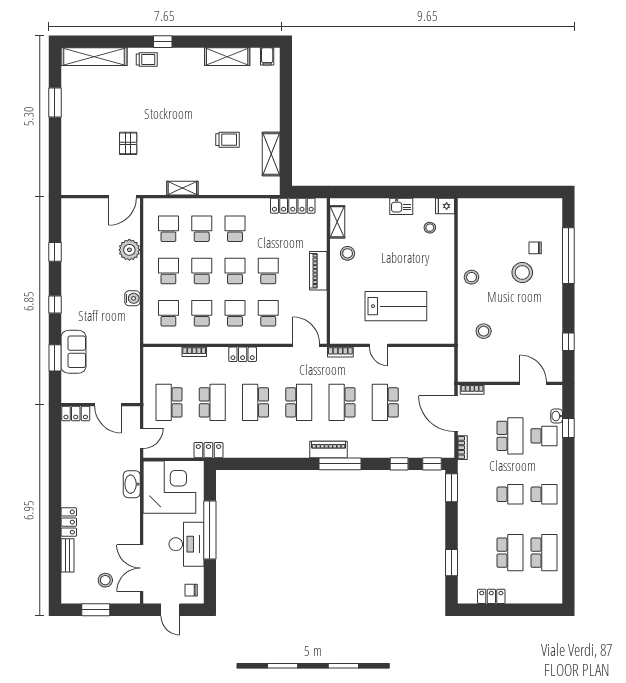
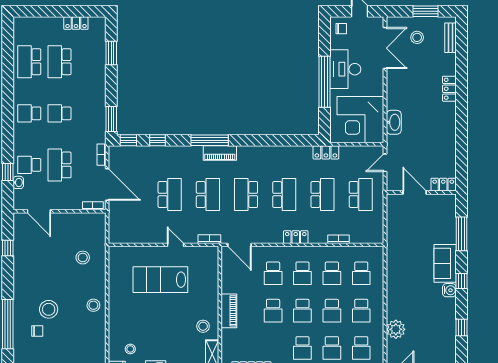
water cooler: (132, 298) -> (449, 290), moved, turned 180
sofa: (73, 352) -> (445, 263), moved
window: (55, 358) -> (462, 234), width x1.44
school desk: (212, 402) -> (323, 195), turned 180
bench: (67, 555) -> (450, 38), moved

